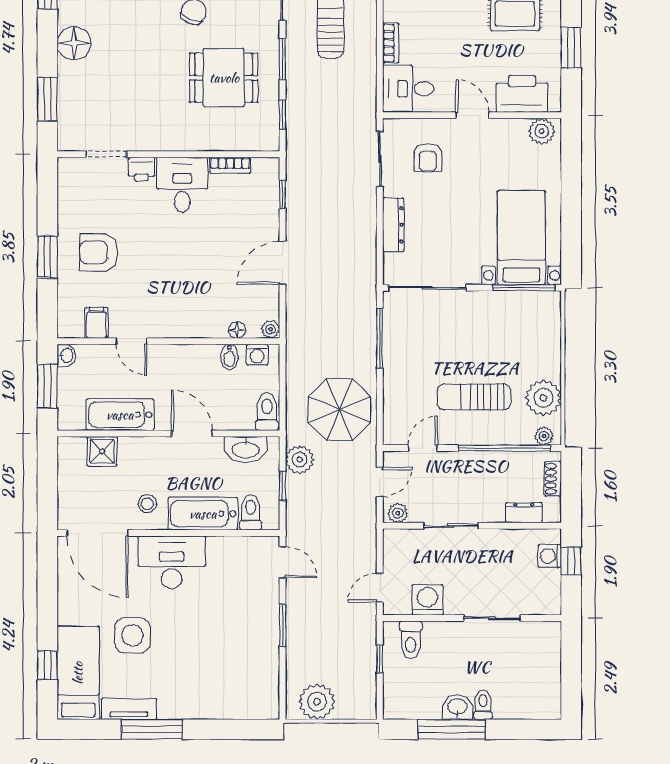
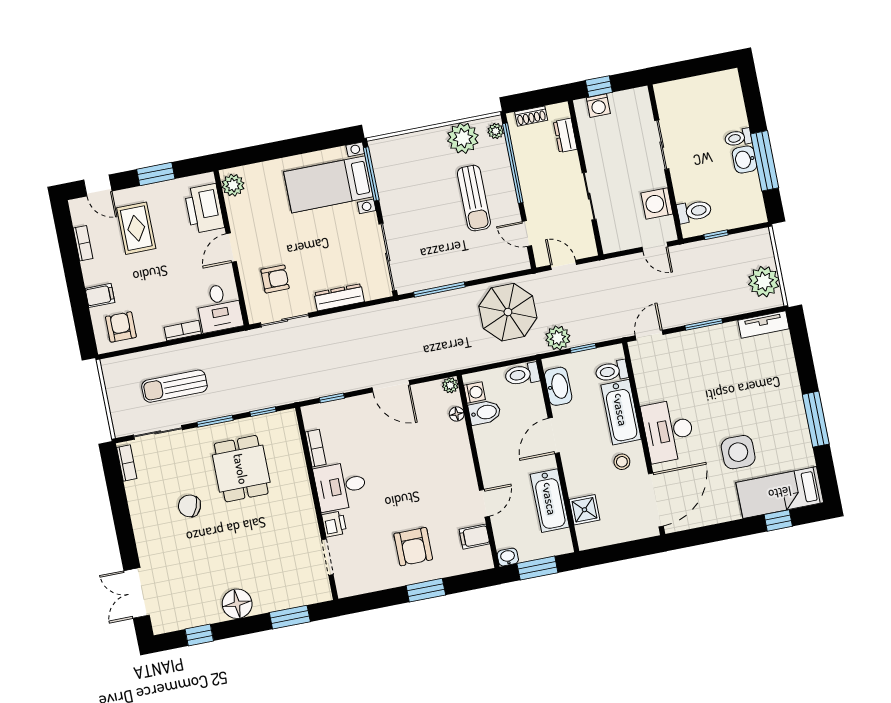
bidet: (229, 357) -> (485, 412), width x1.38, depth x1.36
plant: (398, 513) -> (587, 244), removed
tv unit: (129, 709) -> (764, 325), moved, turned -90

